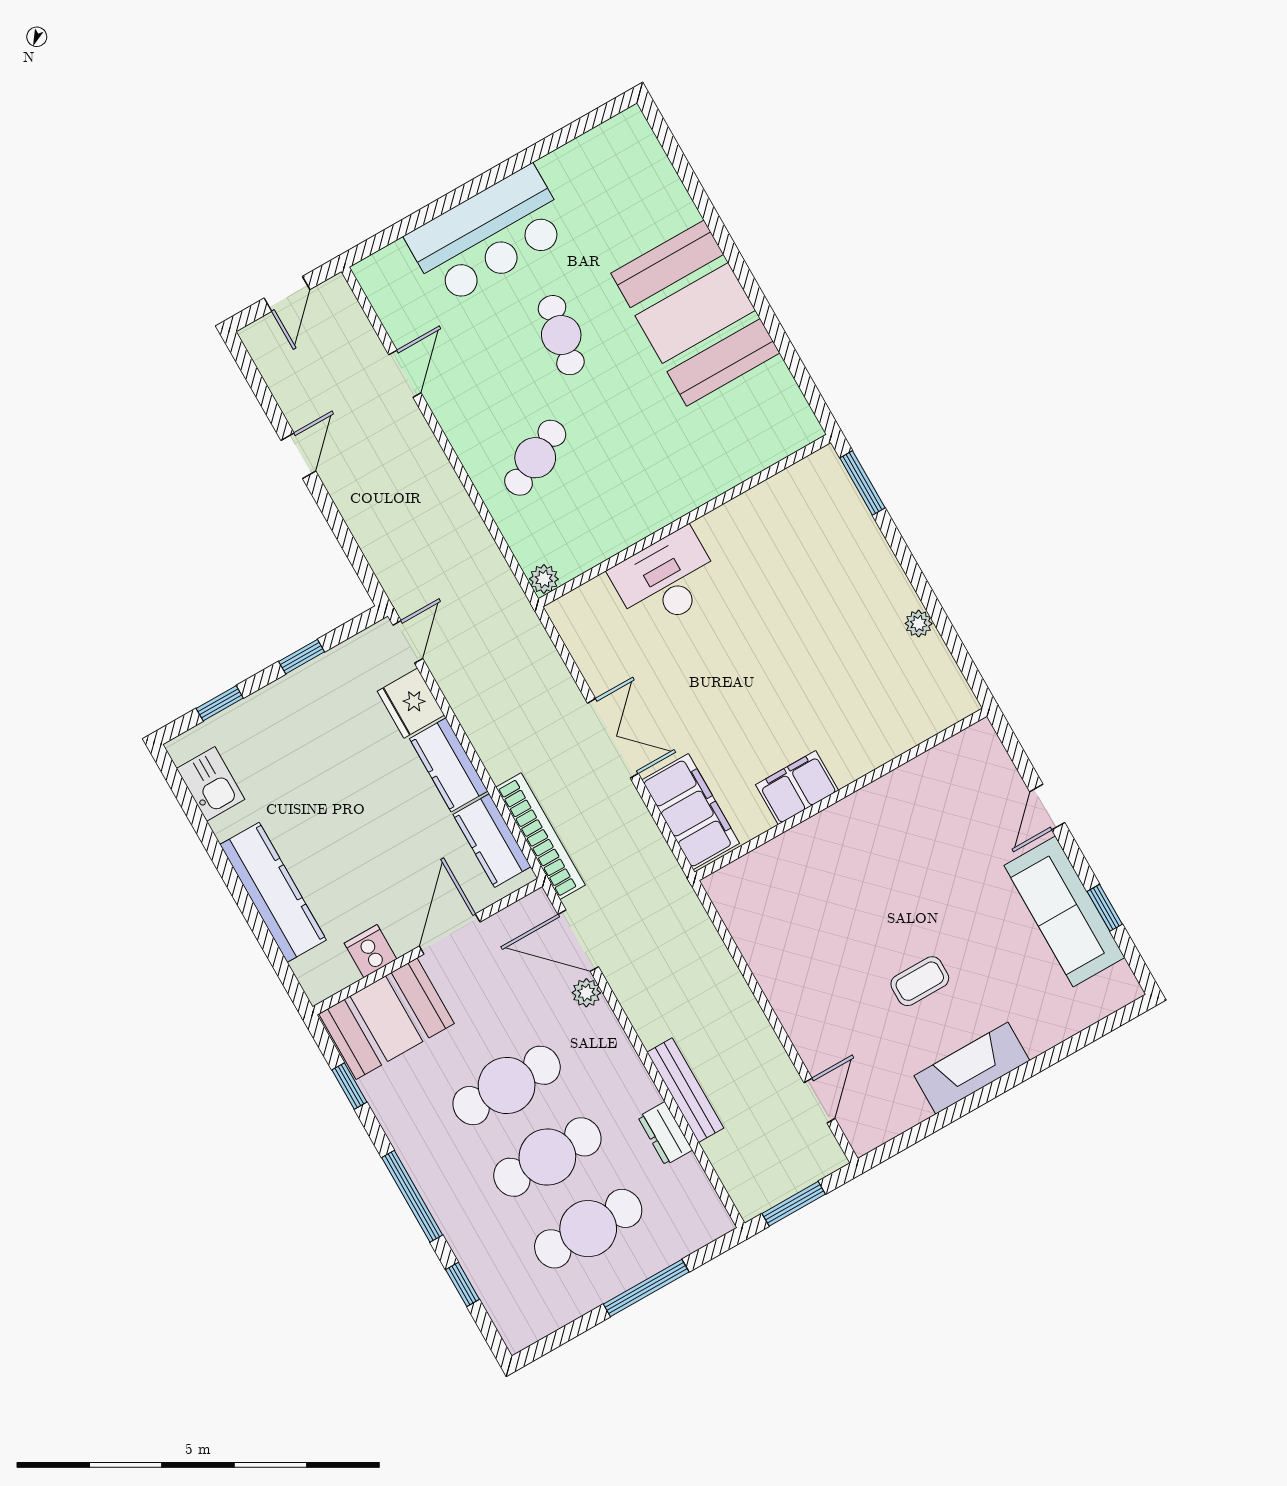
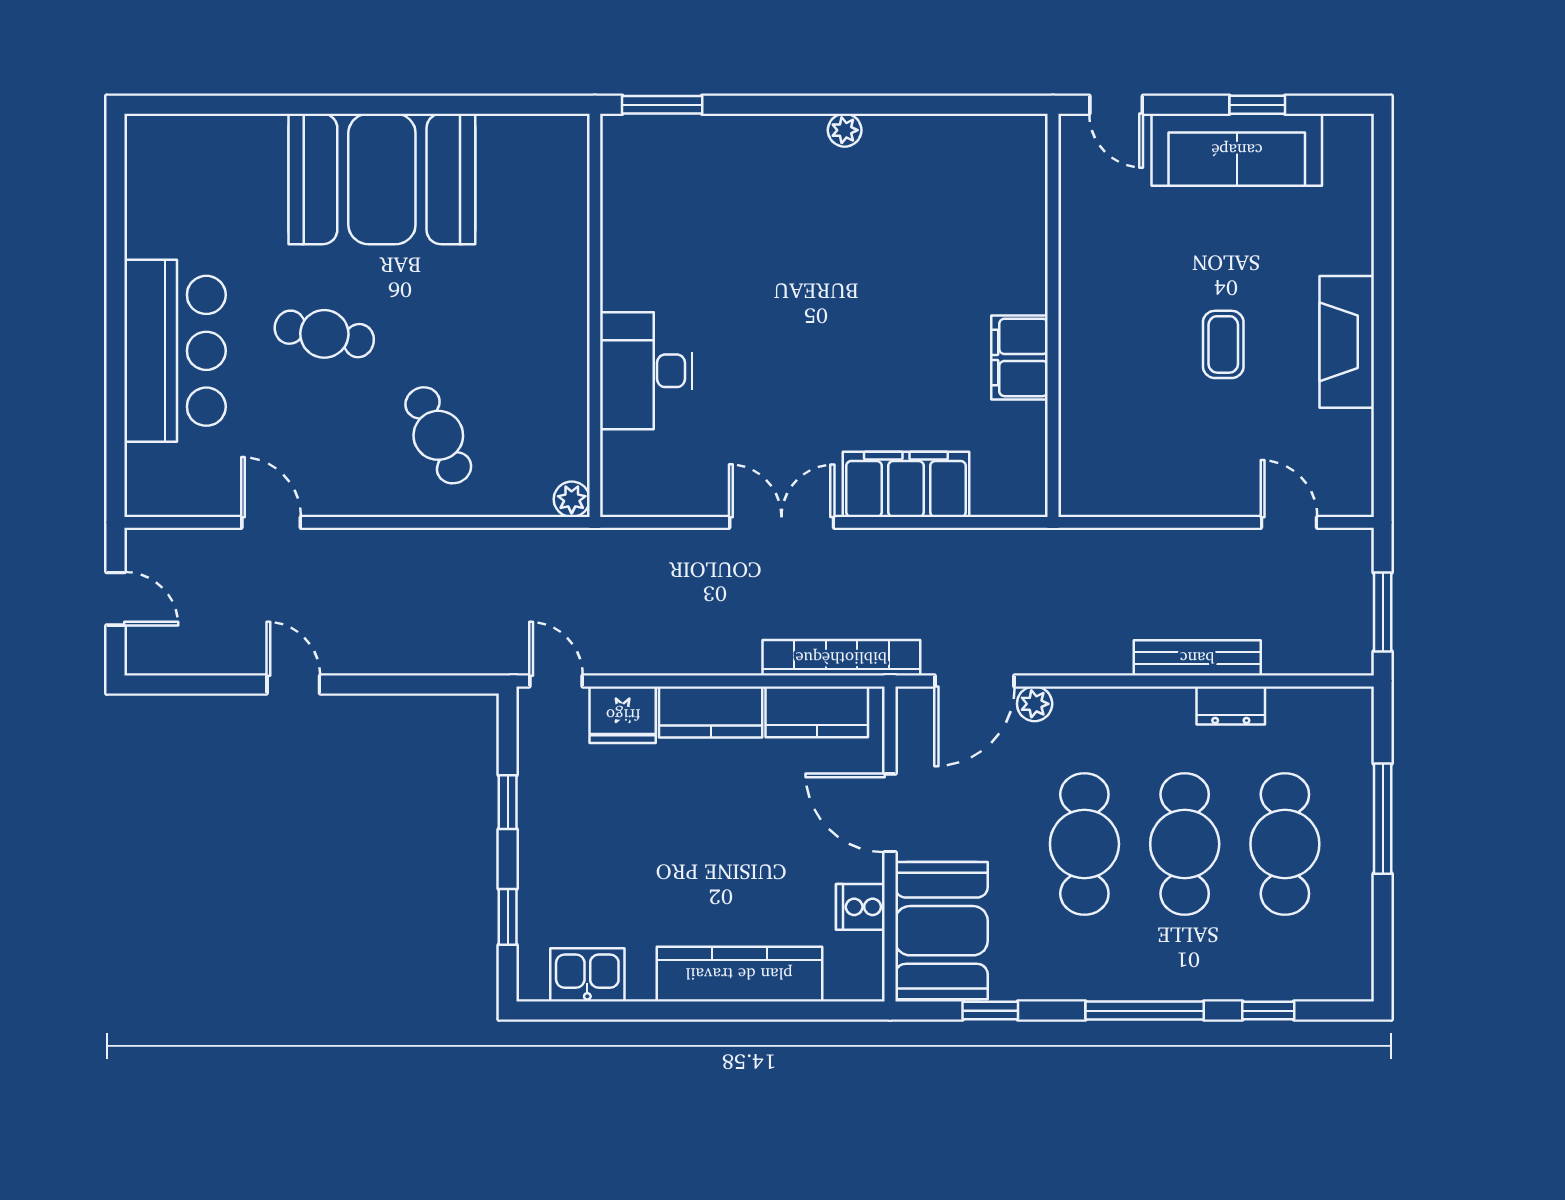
filing cabinet: (797, 788) -> (1020, 357), moved
wall: (841, 794) -> (1053, 315), moved

